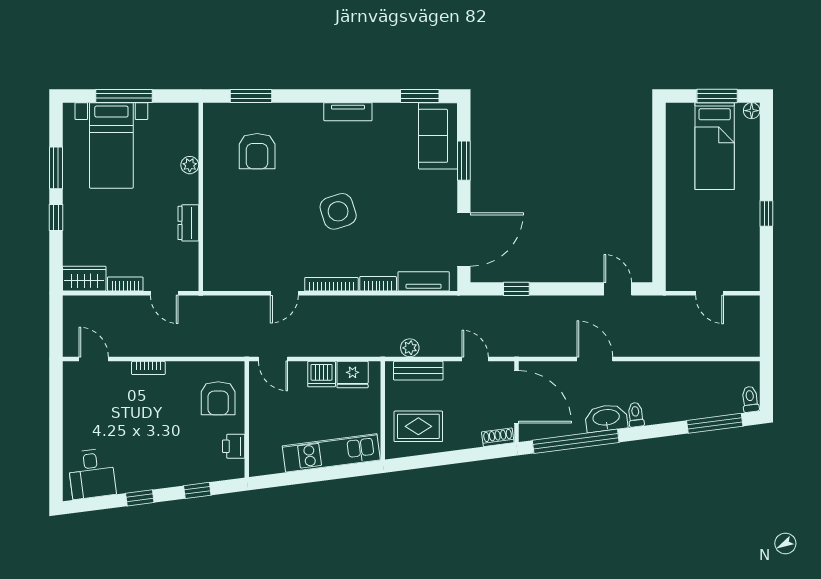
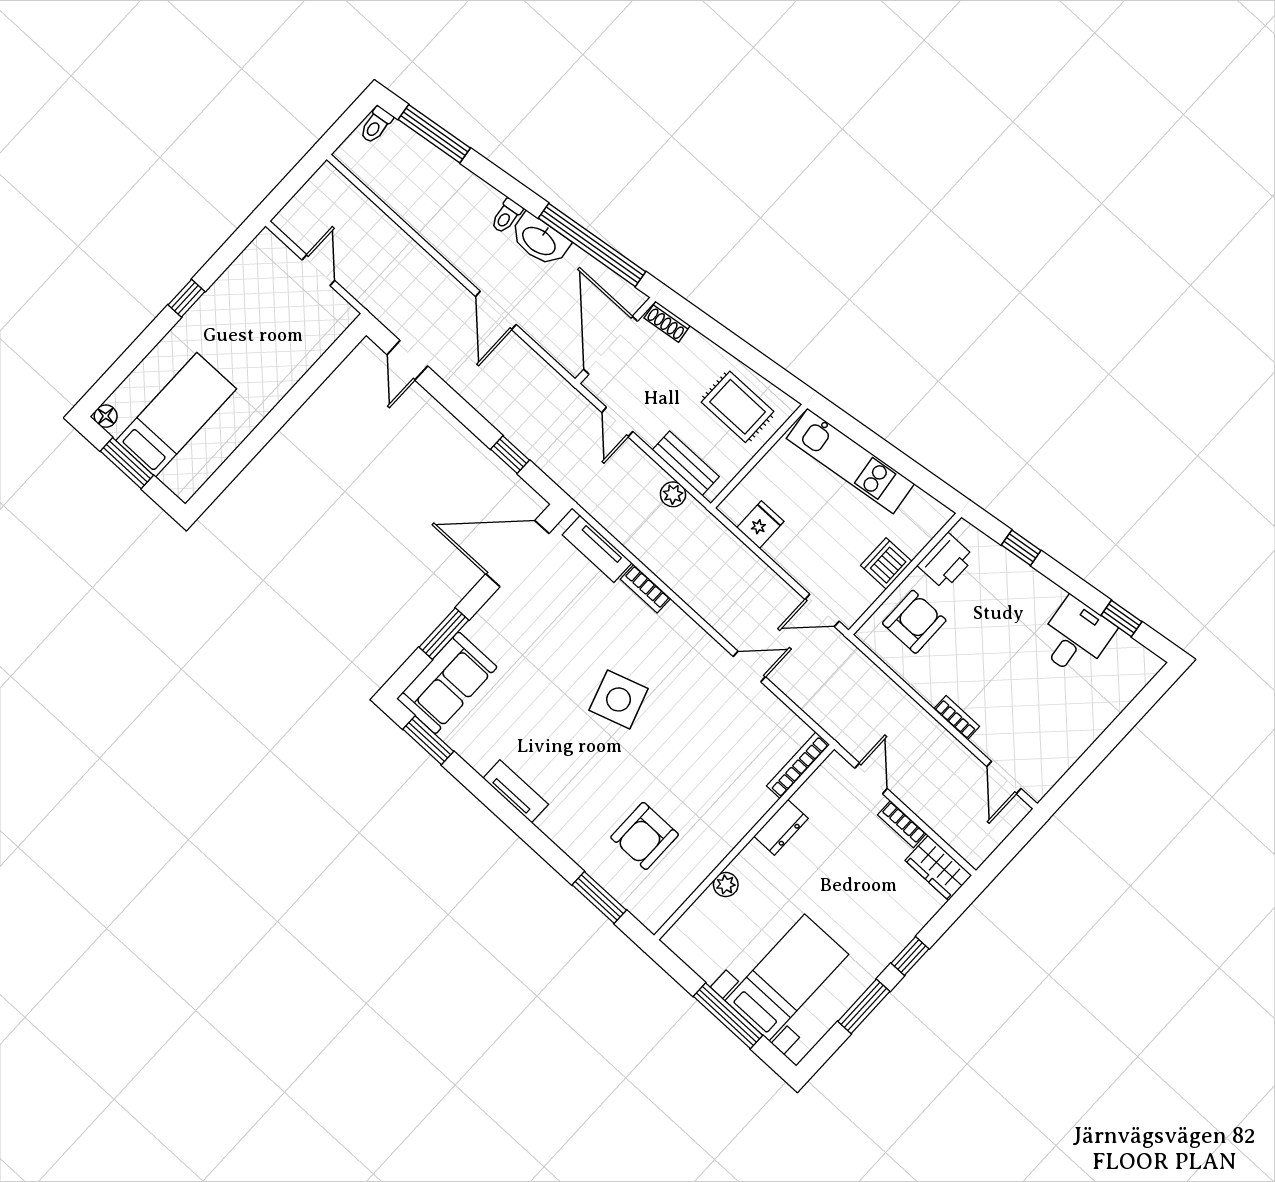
armchair: (257, 151) -> (645, 836), turned 180
bookcase: (331, 284) -> (798, 765), moved, turned 90
door: (273, 359) -> (822, 610), swing flipped
dishwasher: (322, 374) -> (886, 563), moved, turned -90
fridge: (353, 375) -> (760, 525), width x0.72
printer: (234, 446) -> (946, 561), width x1.36, depth x1.24
desk: (92, 474) -> (1075, 637), moved
window: (140, 498) -> (1121, 618), moved

